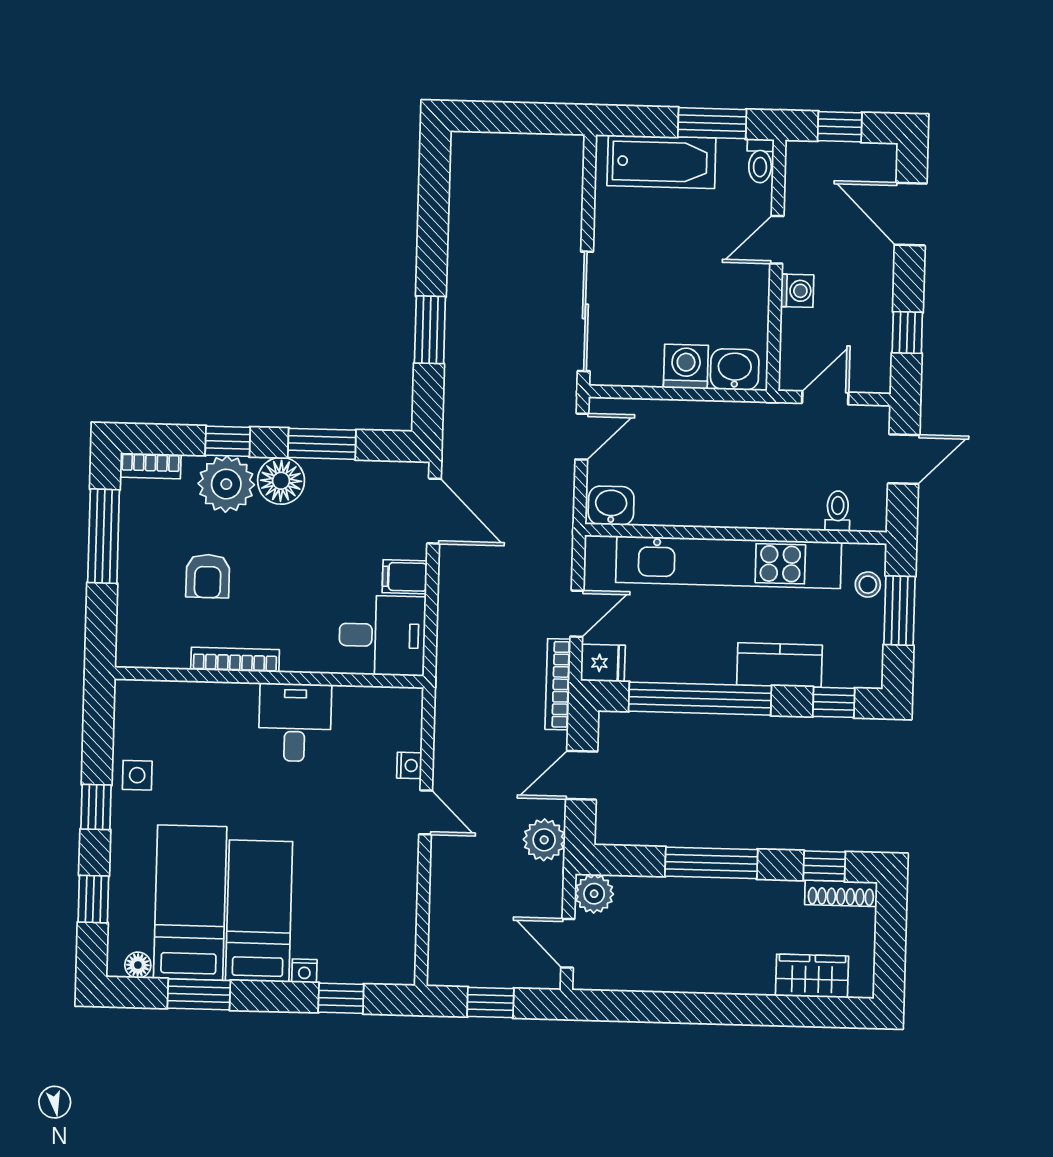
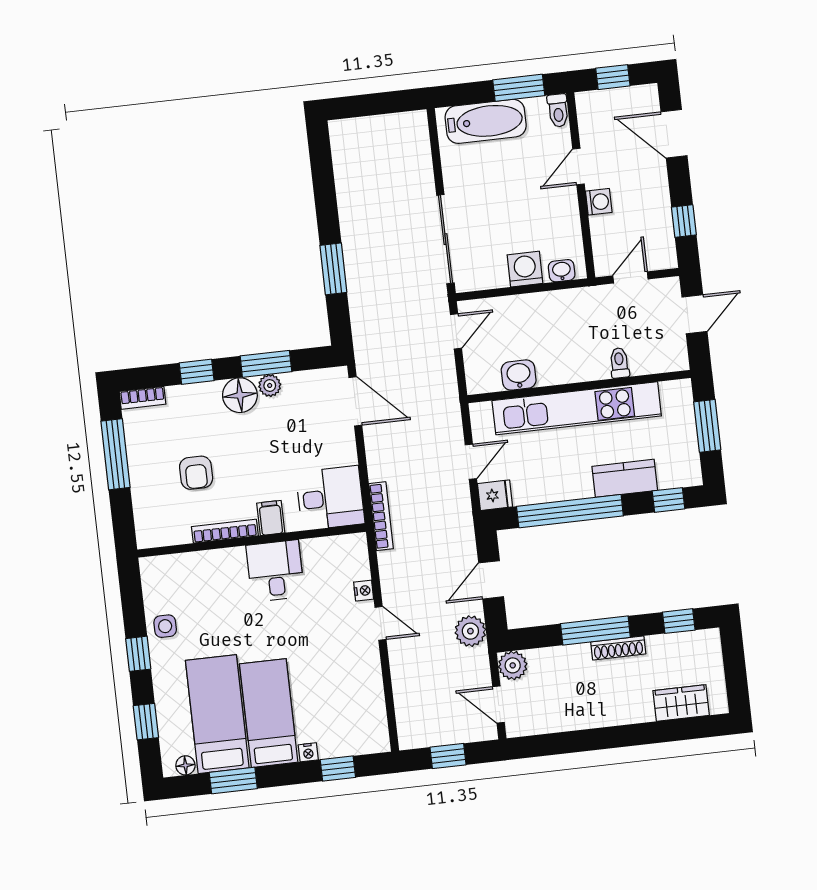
washbasin: (735, 369) -> (562, 271), width x0.72, depth x0.69
plant: (226, 484) -> (270, 385), moved, width x0.53, depth x0.53
washbasin: (611, 506) -> (519, 375), moved
toilet: (838, 511) -> (619, 363), moved
filing cabinet: (405, 577) -> (271, 518), moved, turned 90
stool: (868, 585) -> (681, 410), removed
bookcase: (558, 684) -> (381, 516), moved, turned 180
shoe rack: (841, 893) -> (618, 648), moved

